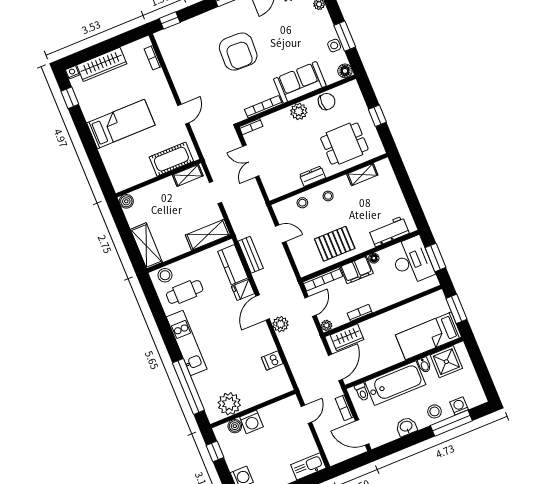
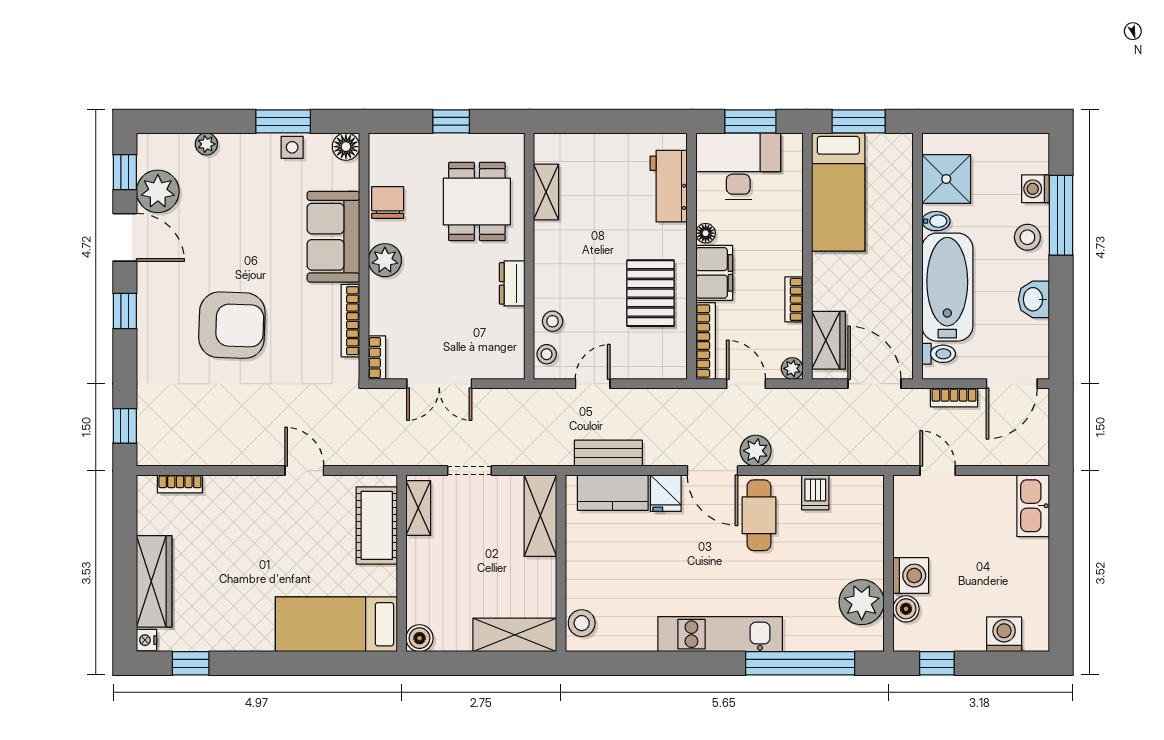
bed: (121, 124) -> (336, 624), moved, turned -90
stool: (328, 196) -> (547, 354), moved
cafe table: (185, 292) -> (759, 515), moved
bed: (429, 336) -> (838, 192), moved

